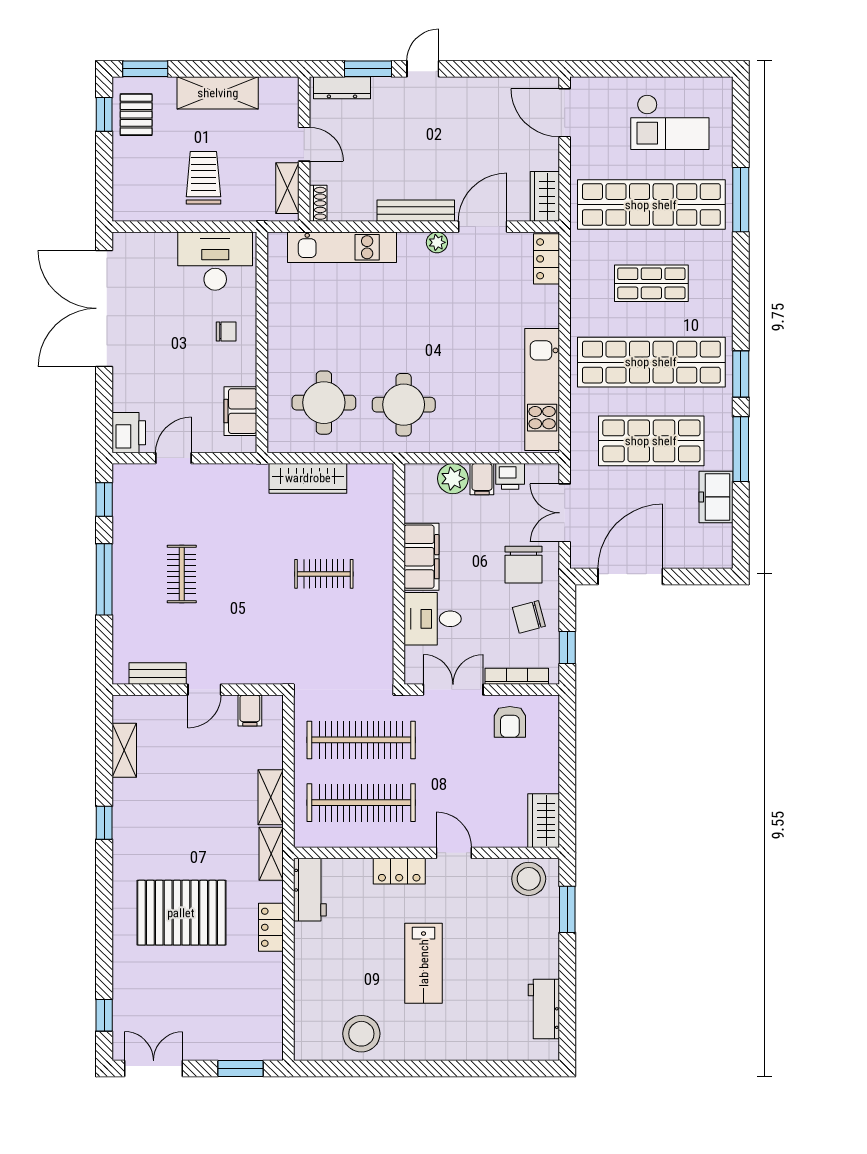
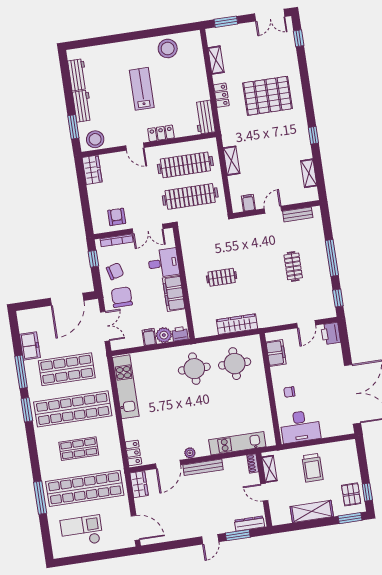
printer: (510, 476) -> (180, 334), moved
shelving: (271, 854) -> (216, 60), moved
workbench: (544, 947) -> (82, 106), added

